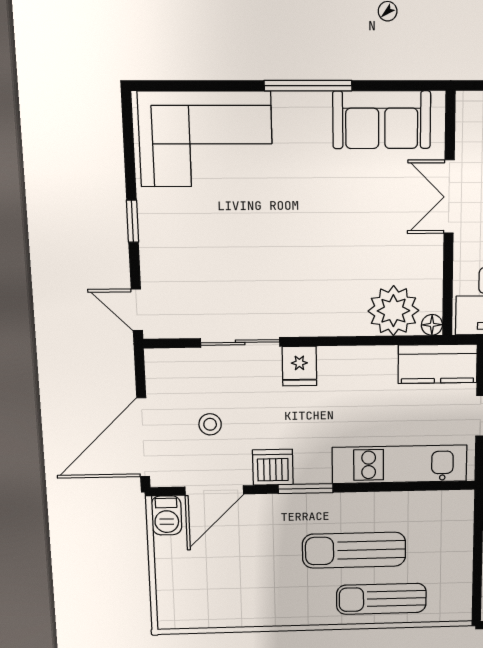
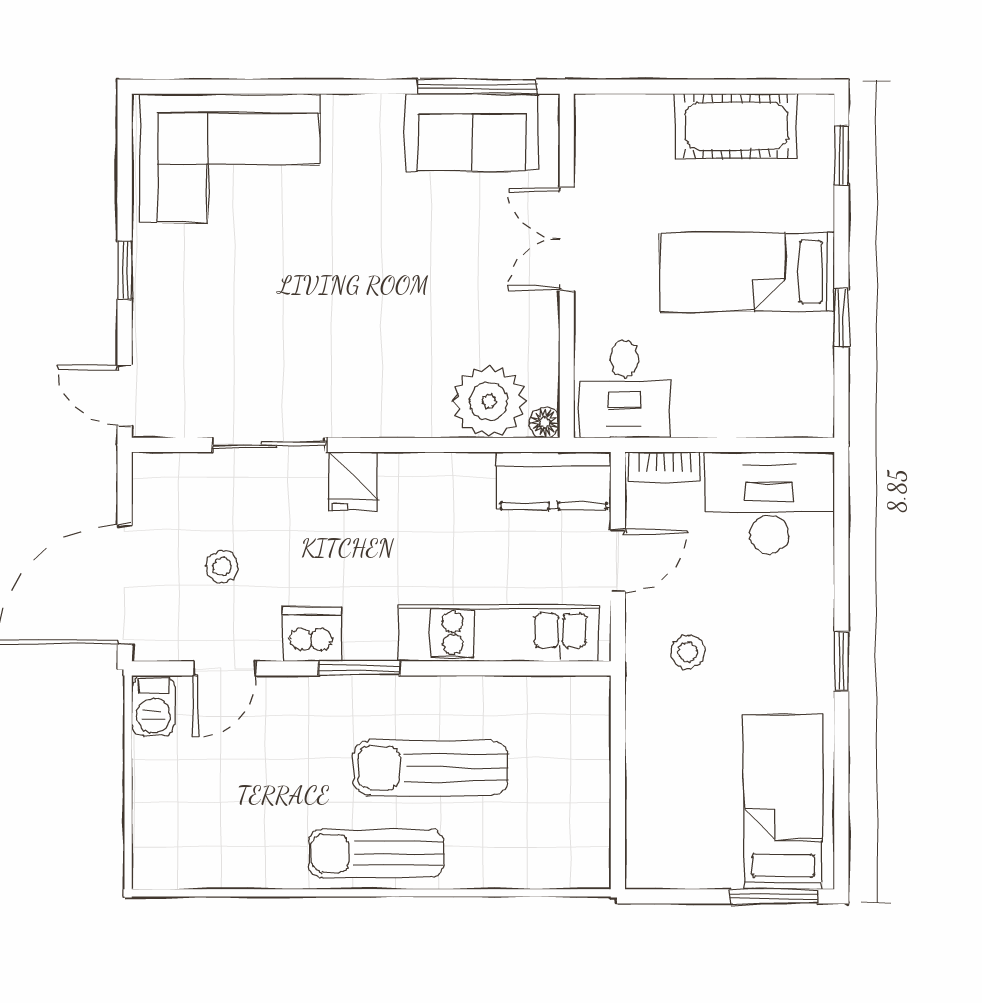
window: (308, 86) -> (478, 87), moved
door: (214, 490) -> (225, 668), width x0.73
sun lounger: (381, 599) -> (376, 854), moved

